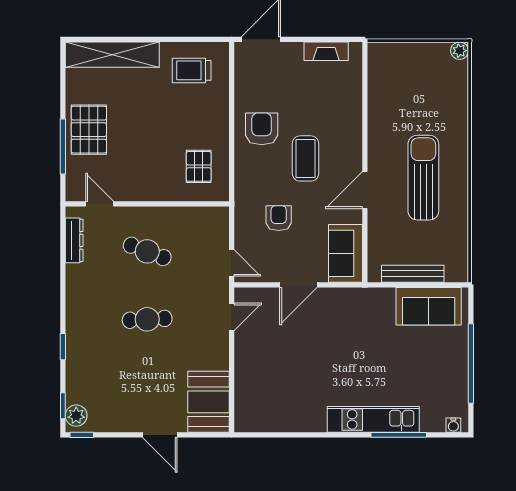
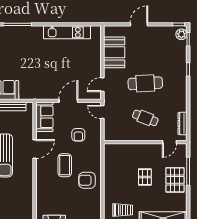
armchair: (262, 129) -> (87, 180), turned 90
pallet: (199, 166) -> (145, 177), moved
door: (100, 204) -> (169, 142), hinge flipped
cafe table: (147, 319) -> (145, 83), width x1.37, depth x1.35
booth: (209, 402) -> (114, 52), moved
kitchen unit: (373, 419) -> (67, 32), moved
door: (160, 435) -> (139, 24), hinge flipped

